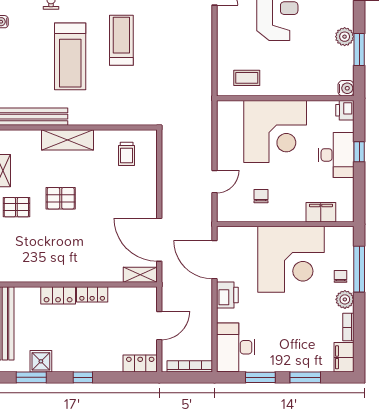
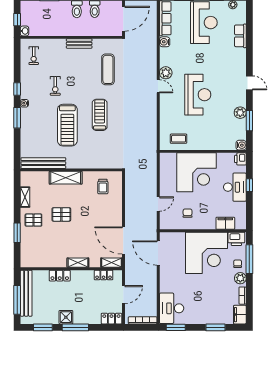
shelving: (87, 275) -> (78, 263), added
locker: (92, 294) -> (104, 275), moved
printer: (227, 295) -> (236, 239), moved, turned 90
shower: (41, 361) -> (66, 317), moved
window: (83, 377) -> (75, 327), width x2.17
window: (260, 377) -> (176, 327), moved

